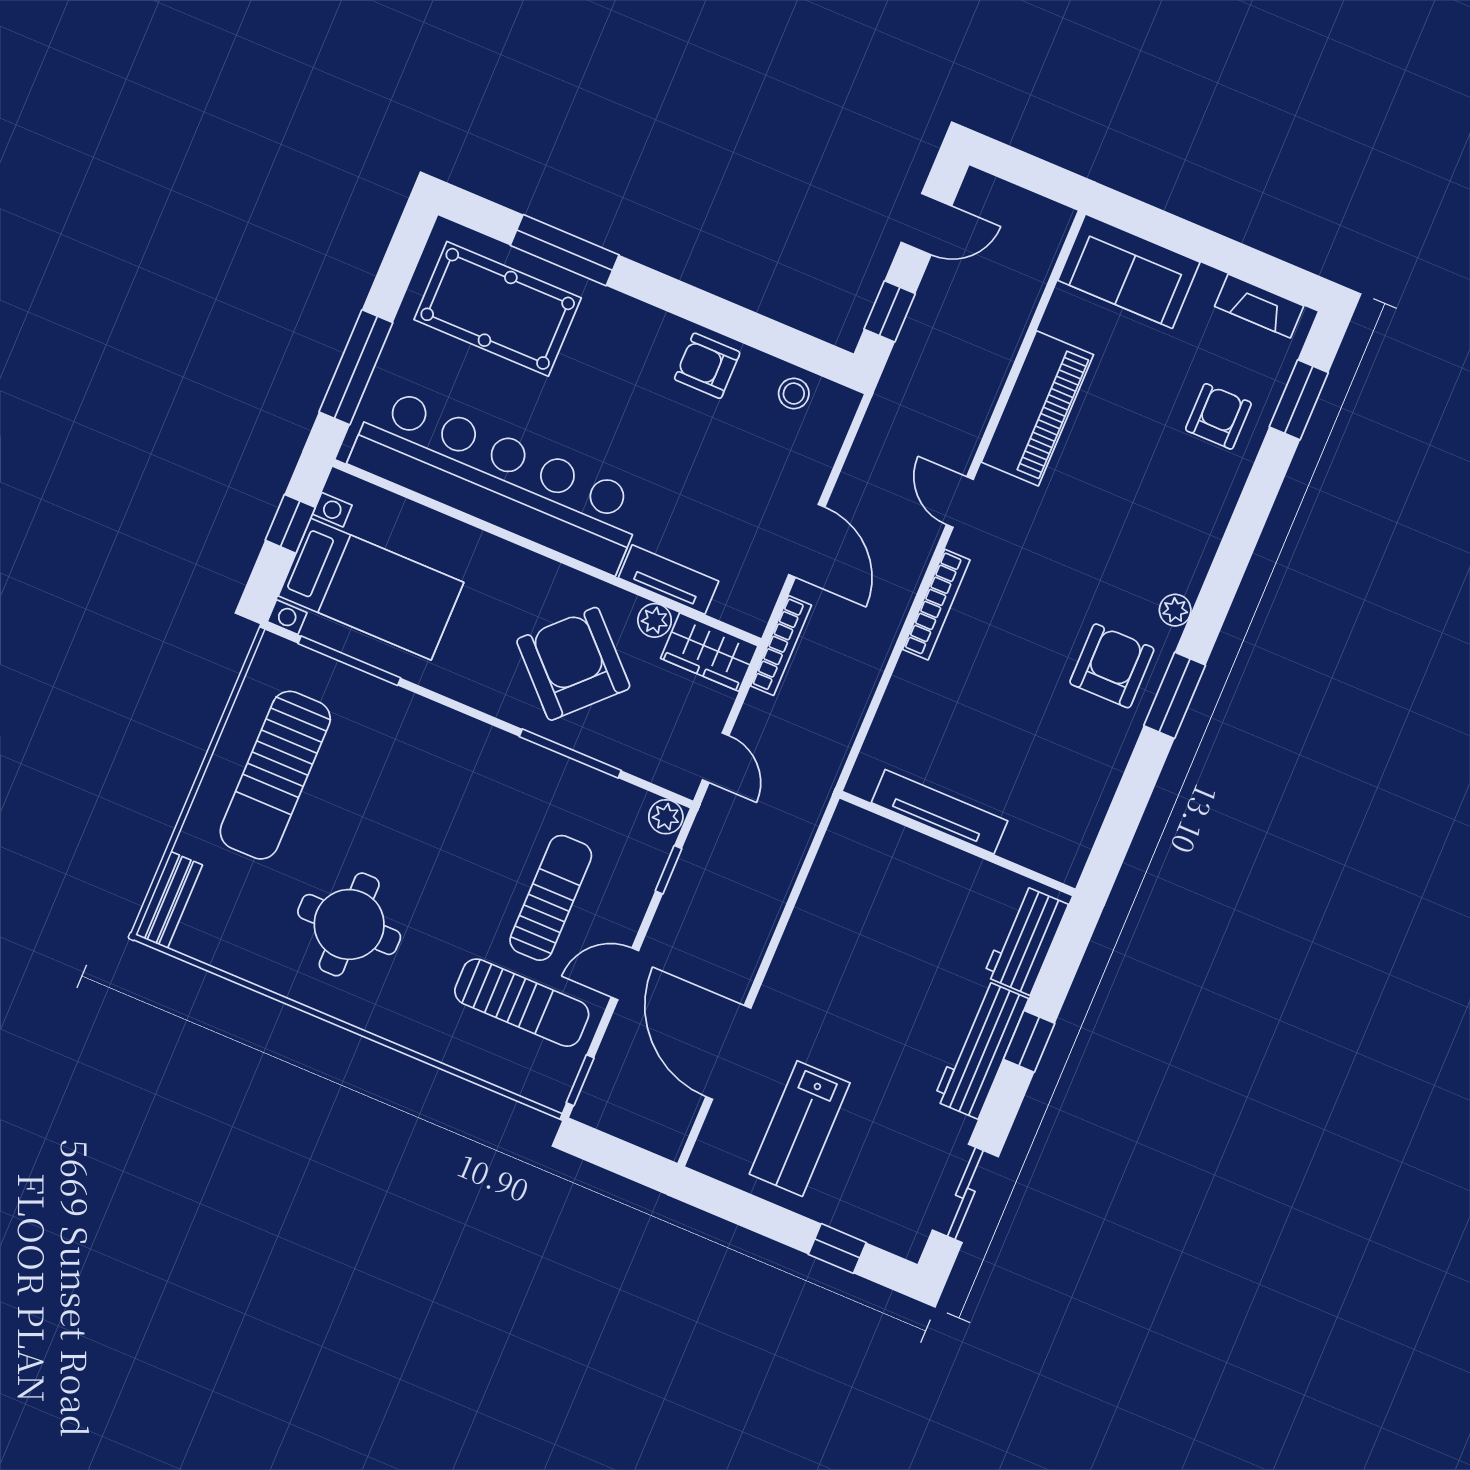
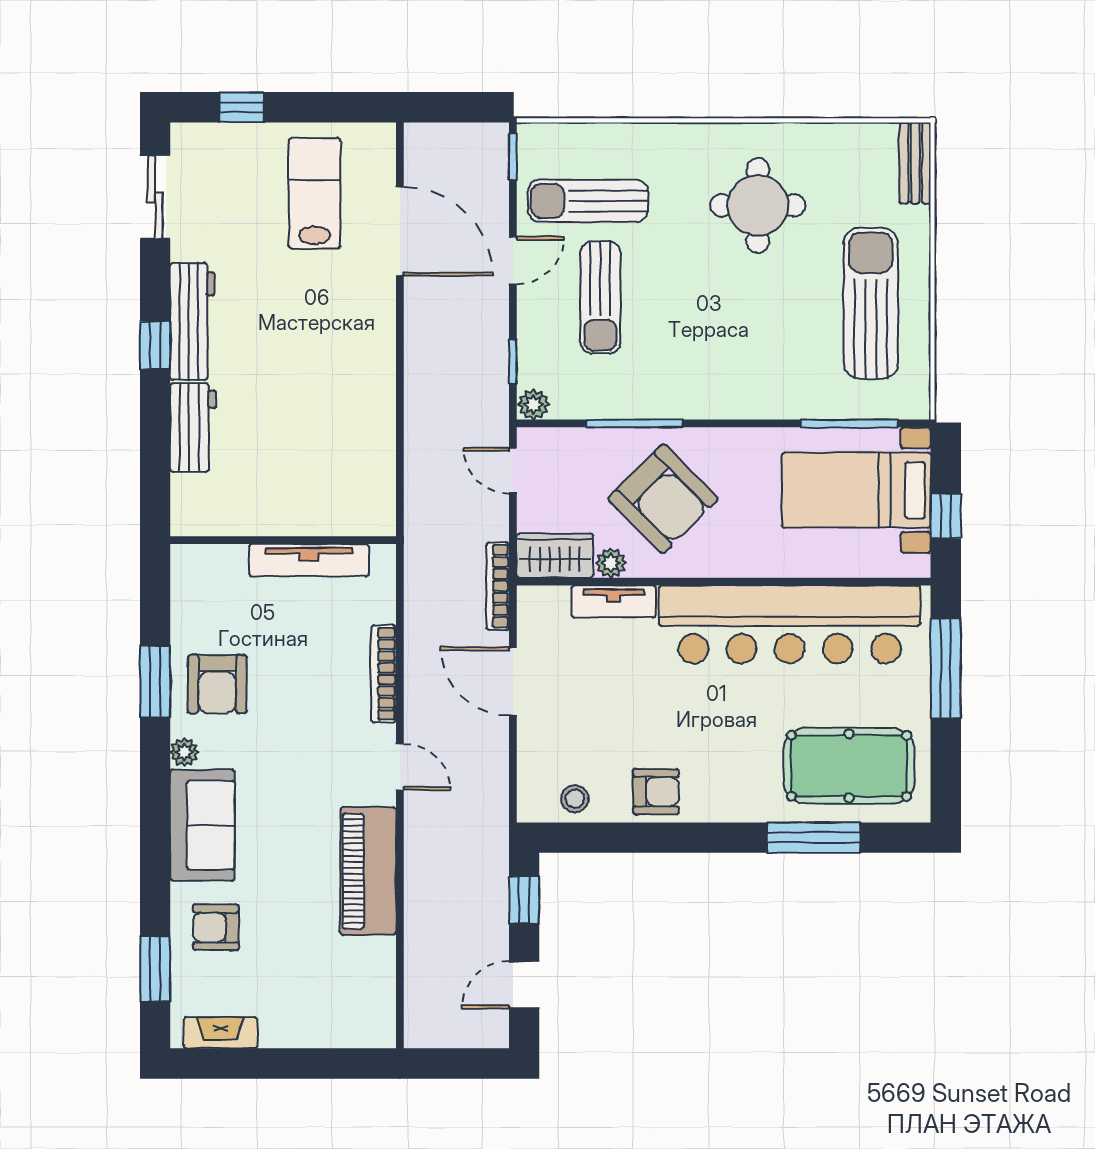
sofa: (1129, 271) -> (202, 825), moved, turned 90
armchair: (1218, 416) -> (216, 927), turned 90
tv unit: (940, 812) -> (309, 560), moved
wall: (957, 843) -> (283, 540), moved

